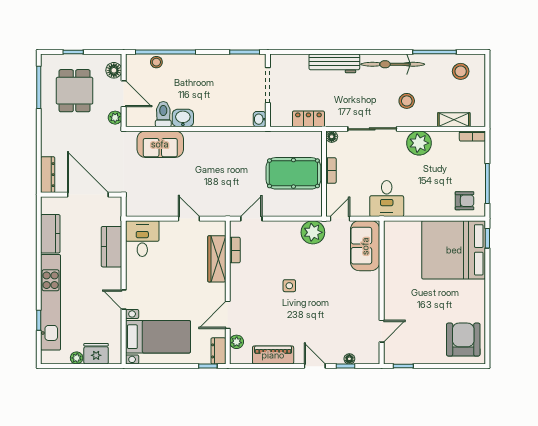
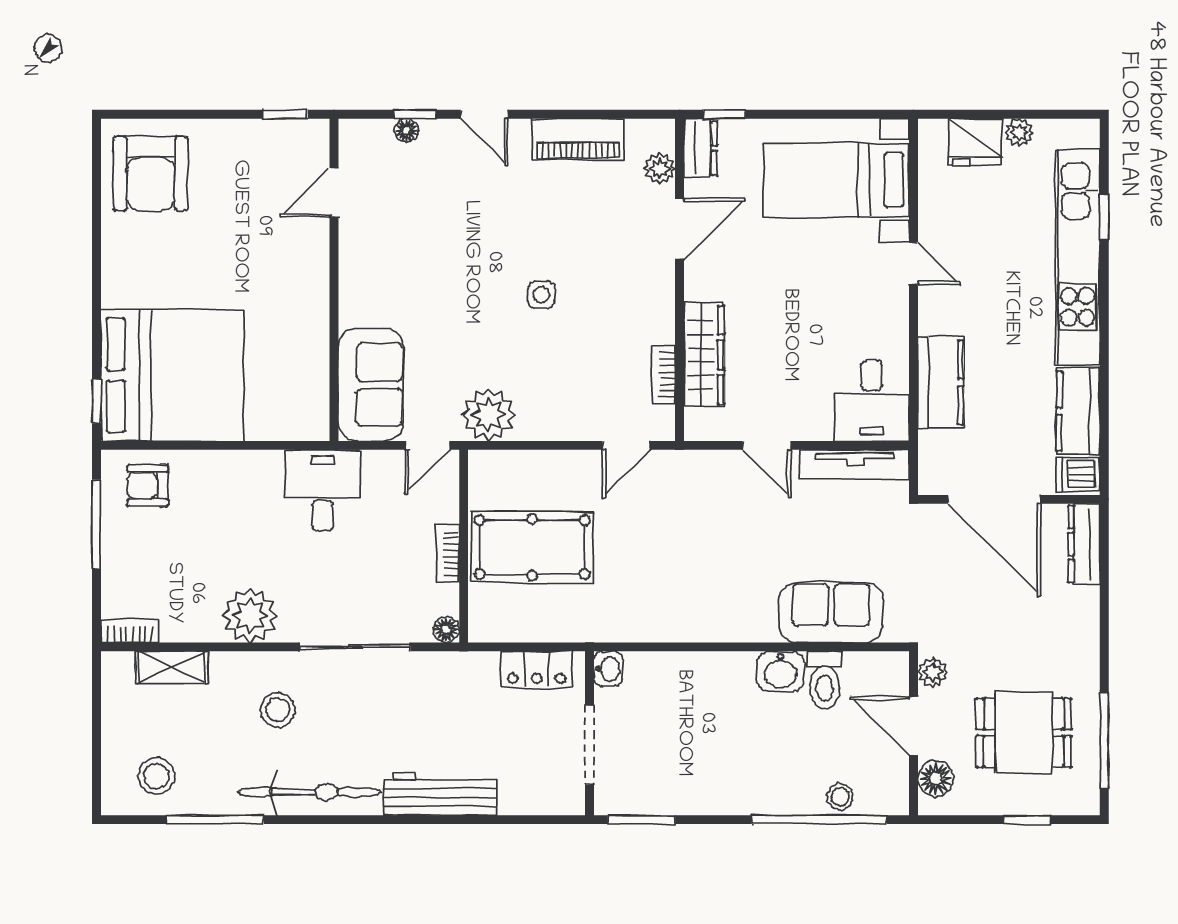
dining table: (75, 91) -> (1024, 733), turned 90
locker: (308, 119) -> (537, 669), moved
dishwasher: (50, 206) -> (1078, 474), added
tv unit: (150, 210) -> (855, 464), added

